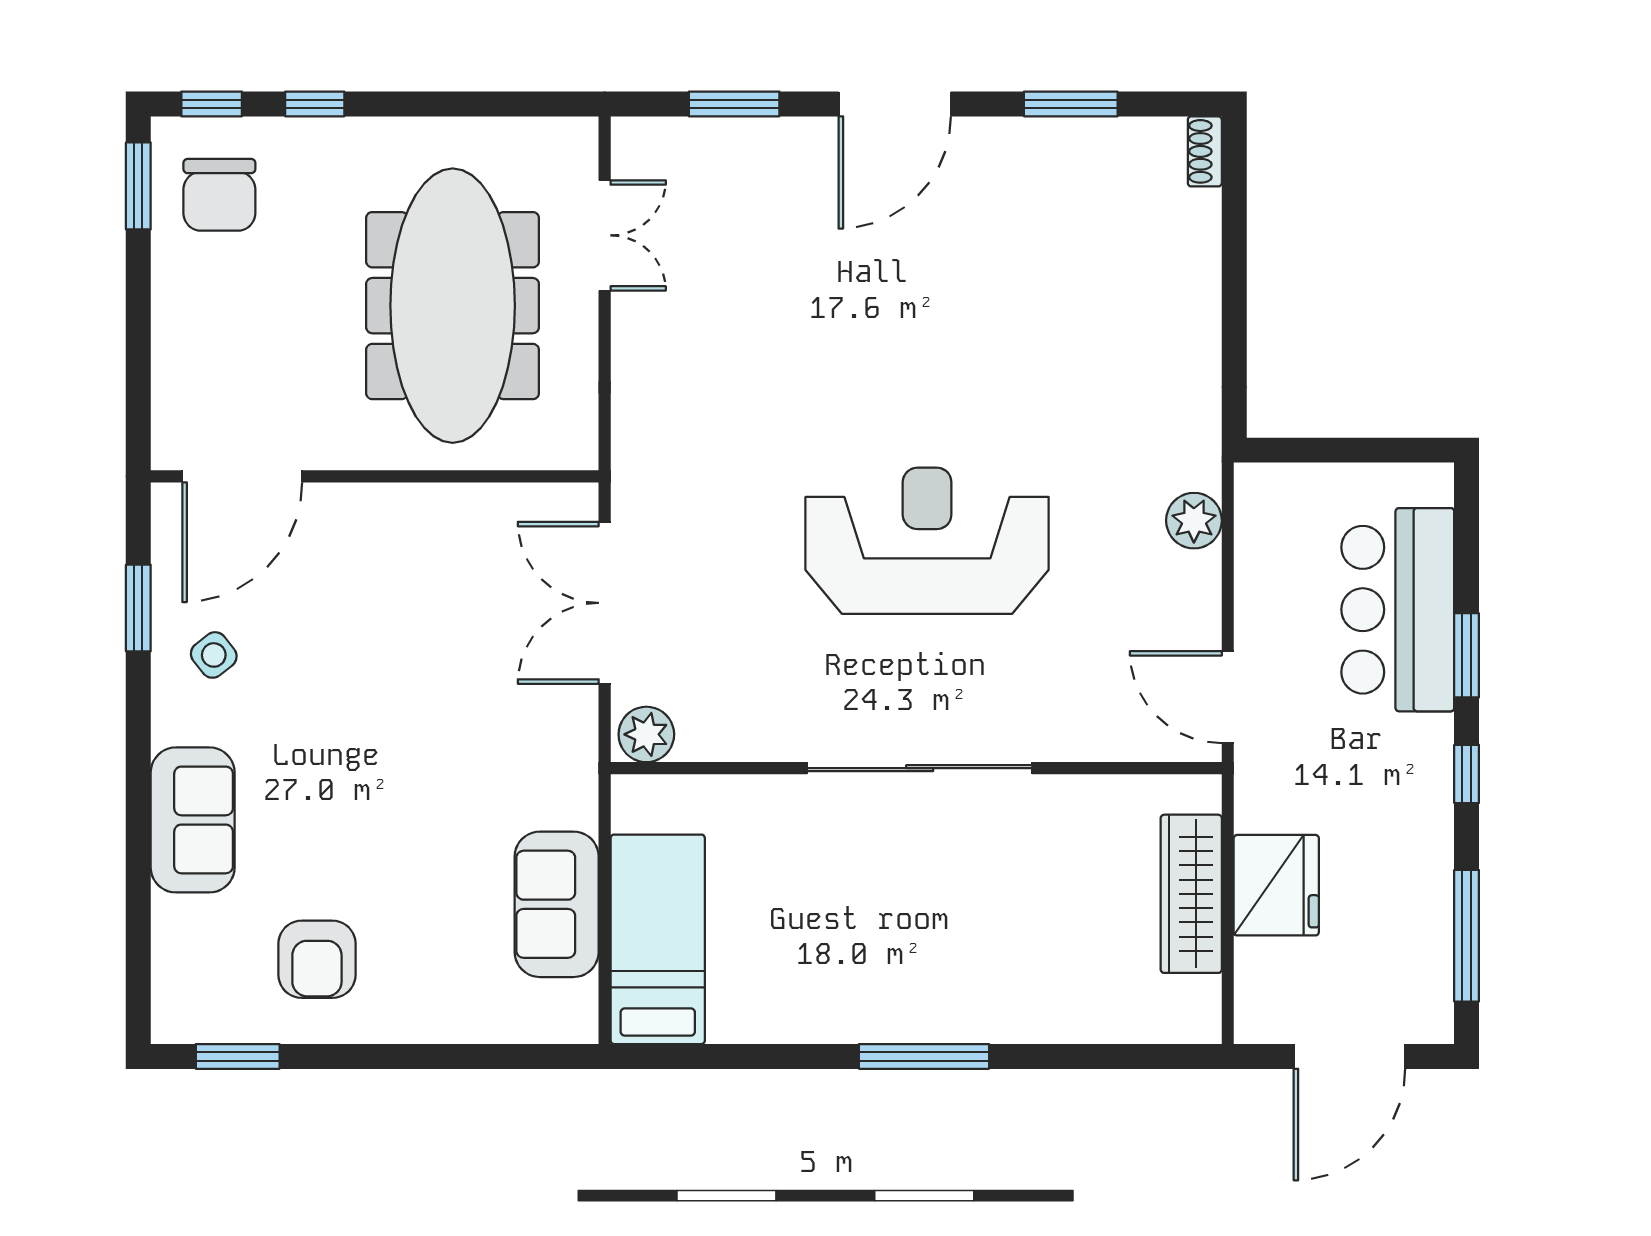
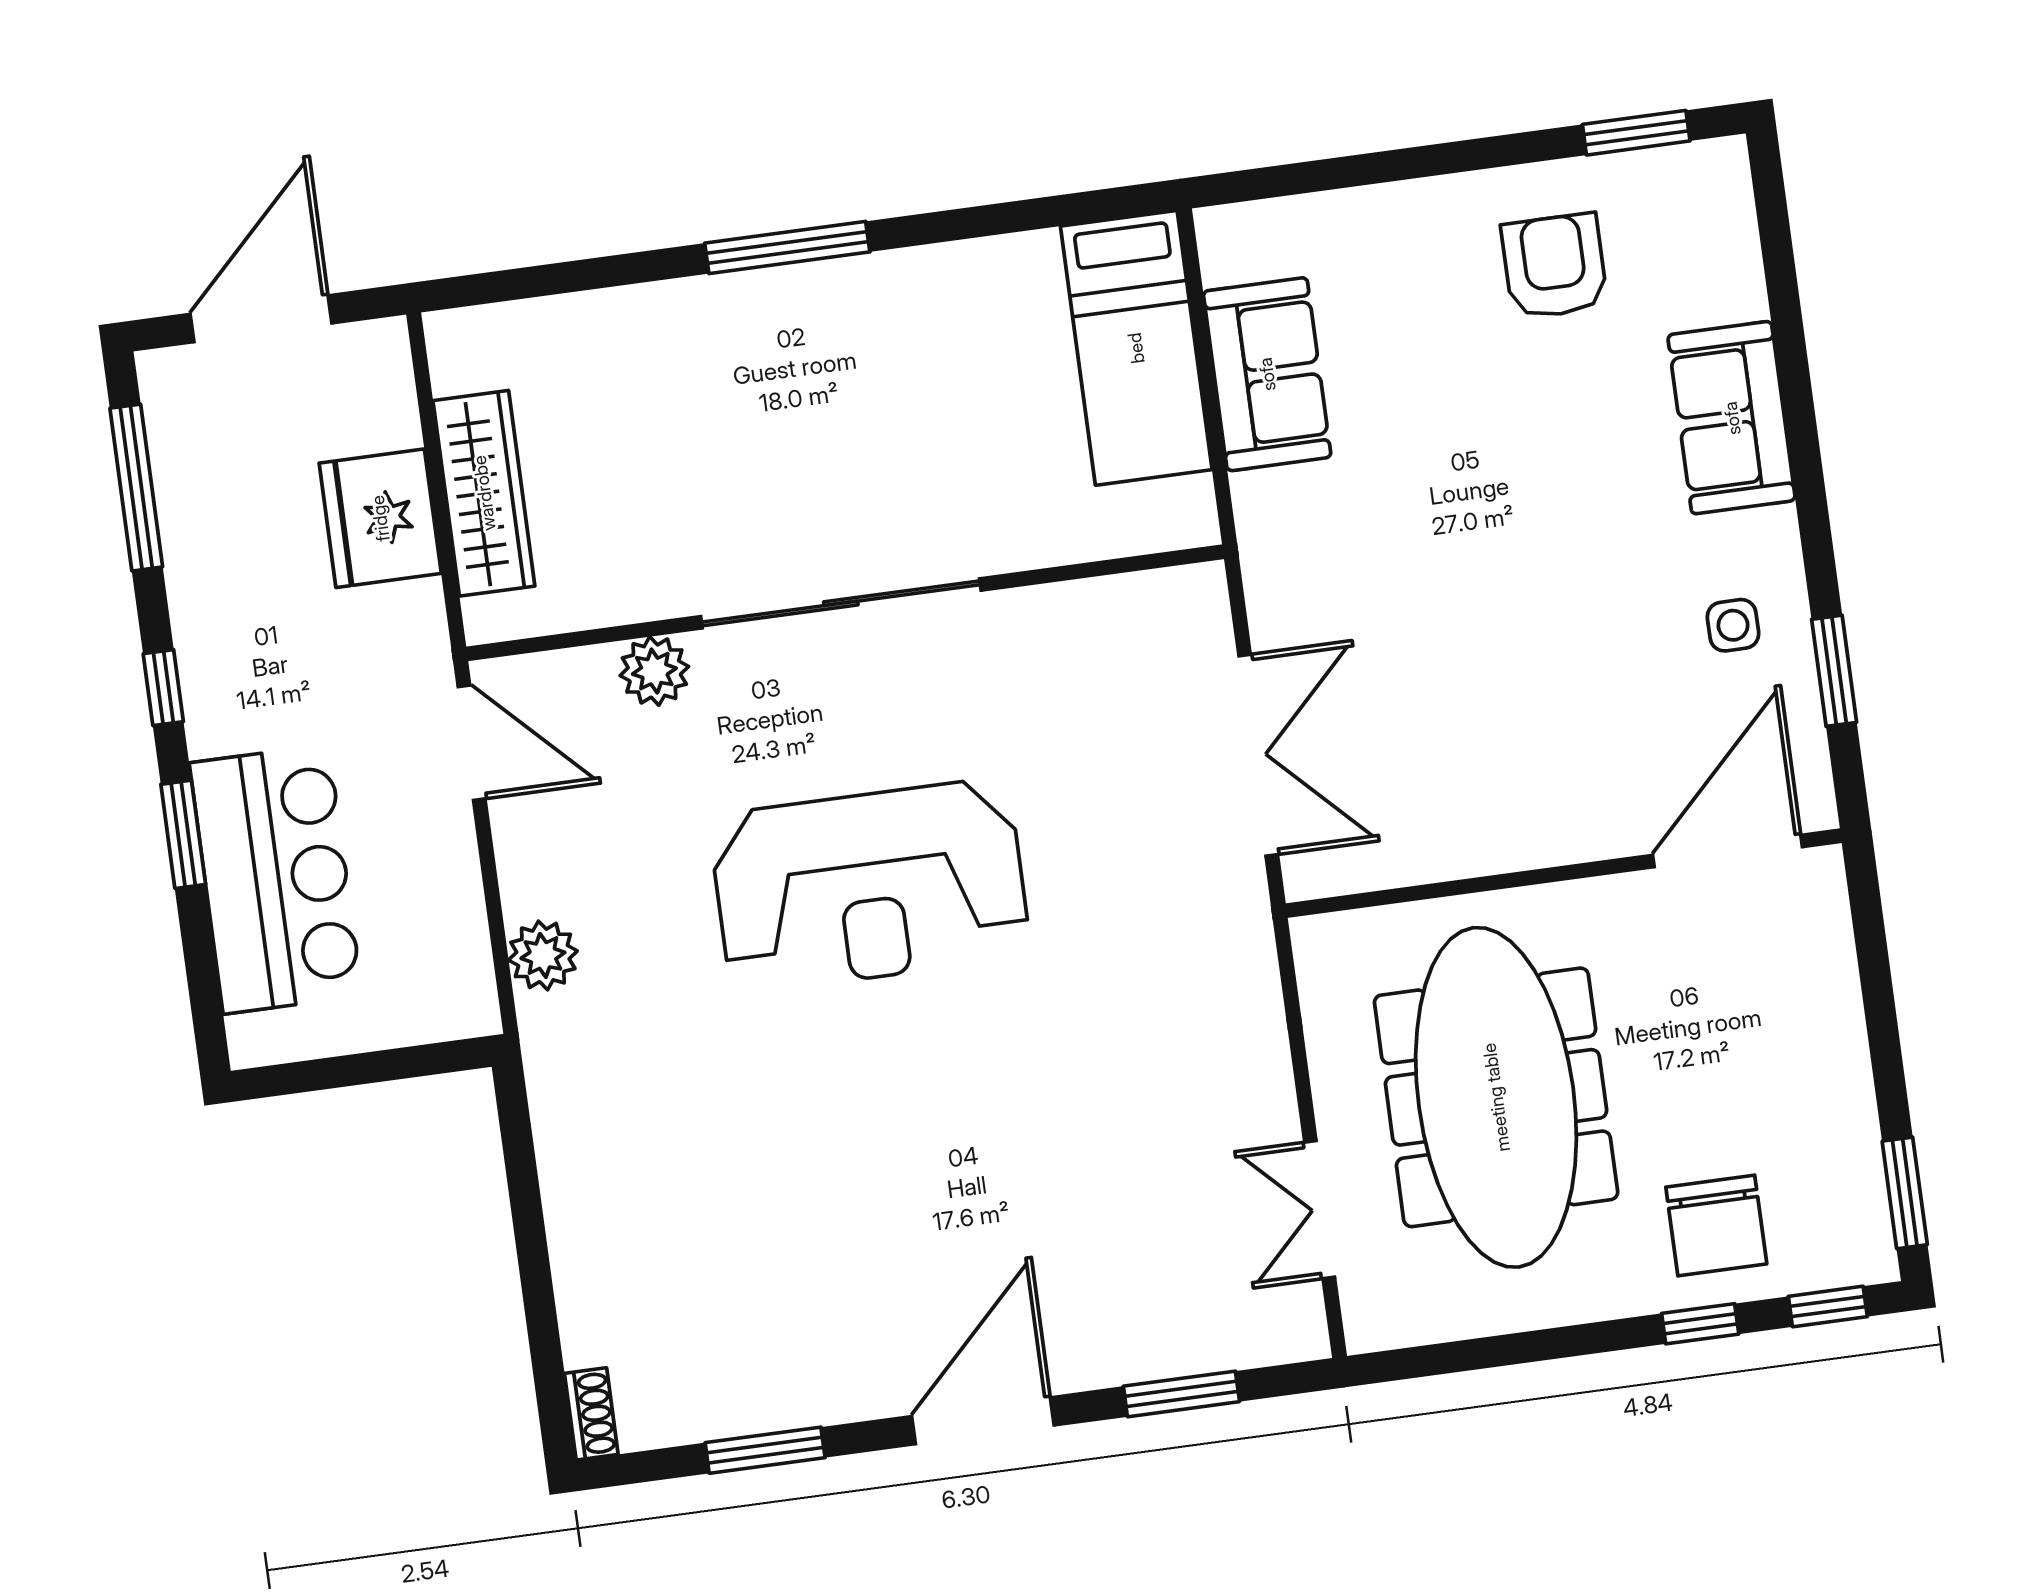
chair: (219, 195) -> (1716, 1226), moved, turned 180
side table: (214, 655) -> (1733, 625), turned 38
plant: (646, 734) -> (654, 671), moved

